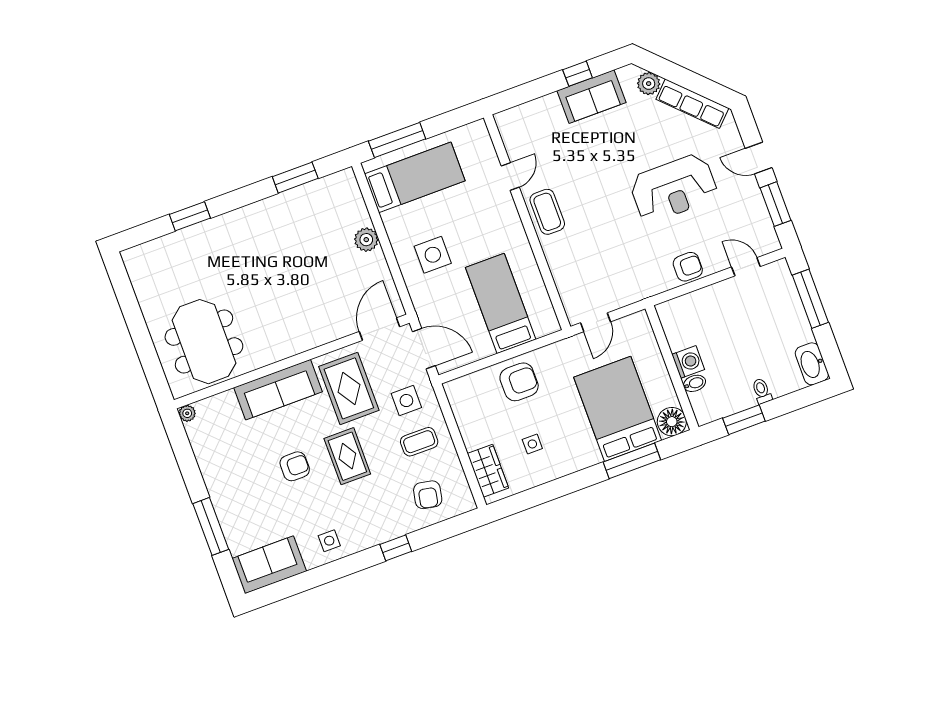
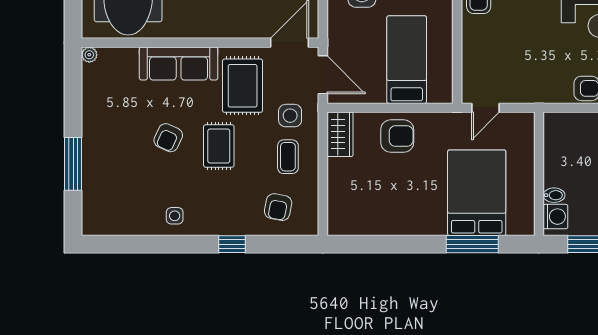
washing machine: (688, 362) -> (555, 217), moved
floor lamp: (672, 422) -> (521, 222), removed
coffee table: (419, 442) -> (288, 157), turned 90
side table: (532, 444) -> (389, 196), removed
armchair: (295, 466) -> (168, 138), turned 115
wardrobe: (488, 471) -> (340, 134), moved
sofa: (269, 565) -> (113, 218), removed

